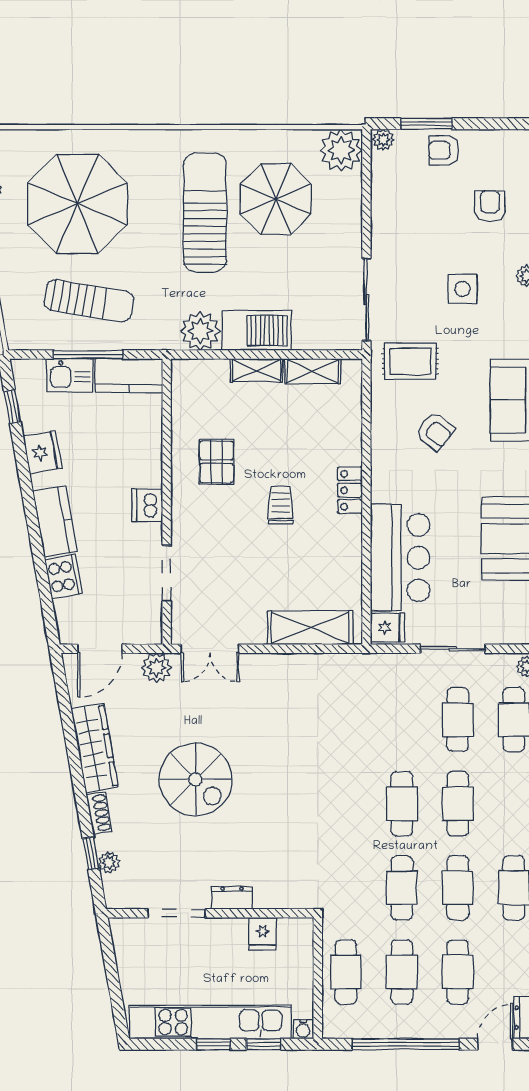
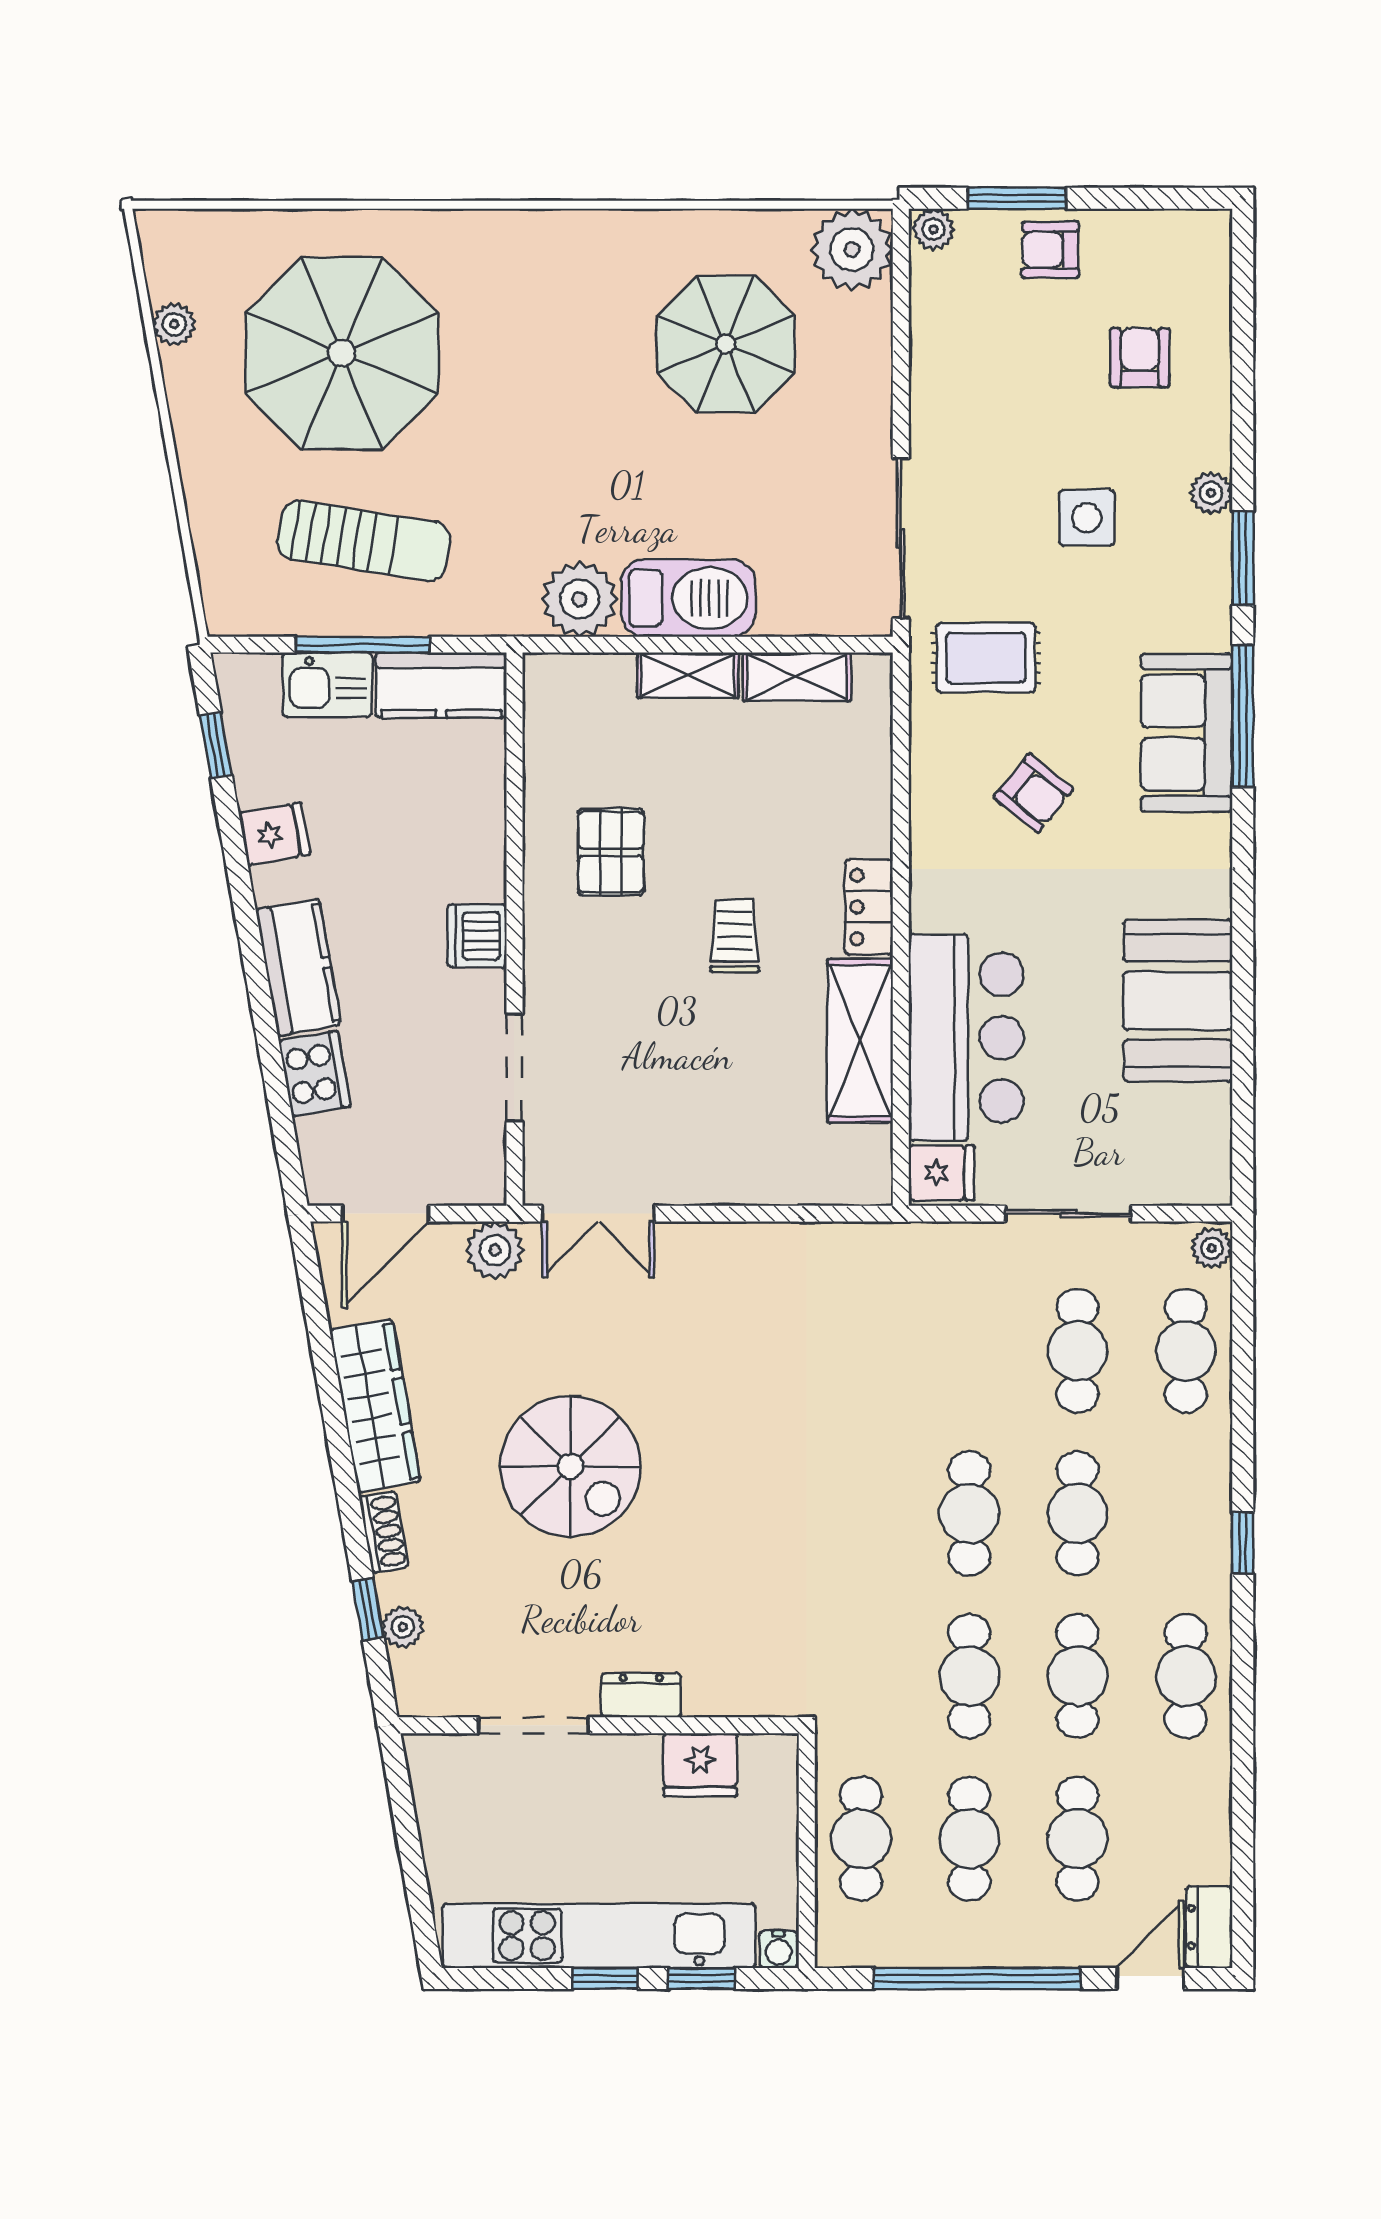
sun lounger: (205, 212) -> (589, 370), removed
fridge: (43, 452) -> (274, 834), width x0.72
shelving: (310, 628) -> (860, 1041), moved, turned 90
fridge: (263, 934) -> (700, 1765), width x1.38

